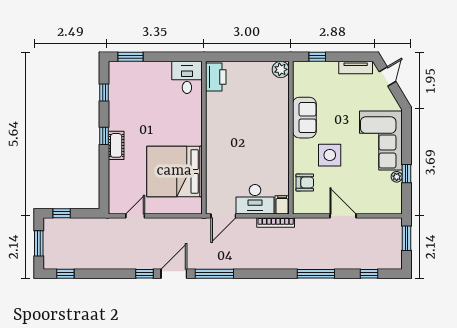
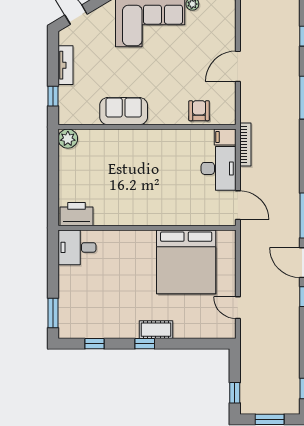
tv unit: (356, 68) -> (66, 65), moved
side table: (330, 155) -> (167, 82), removed

